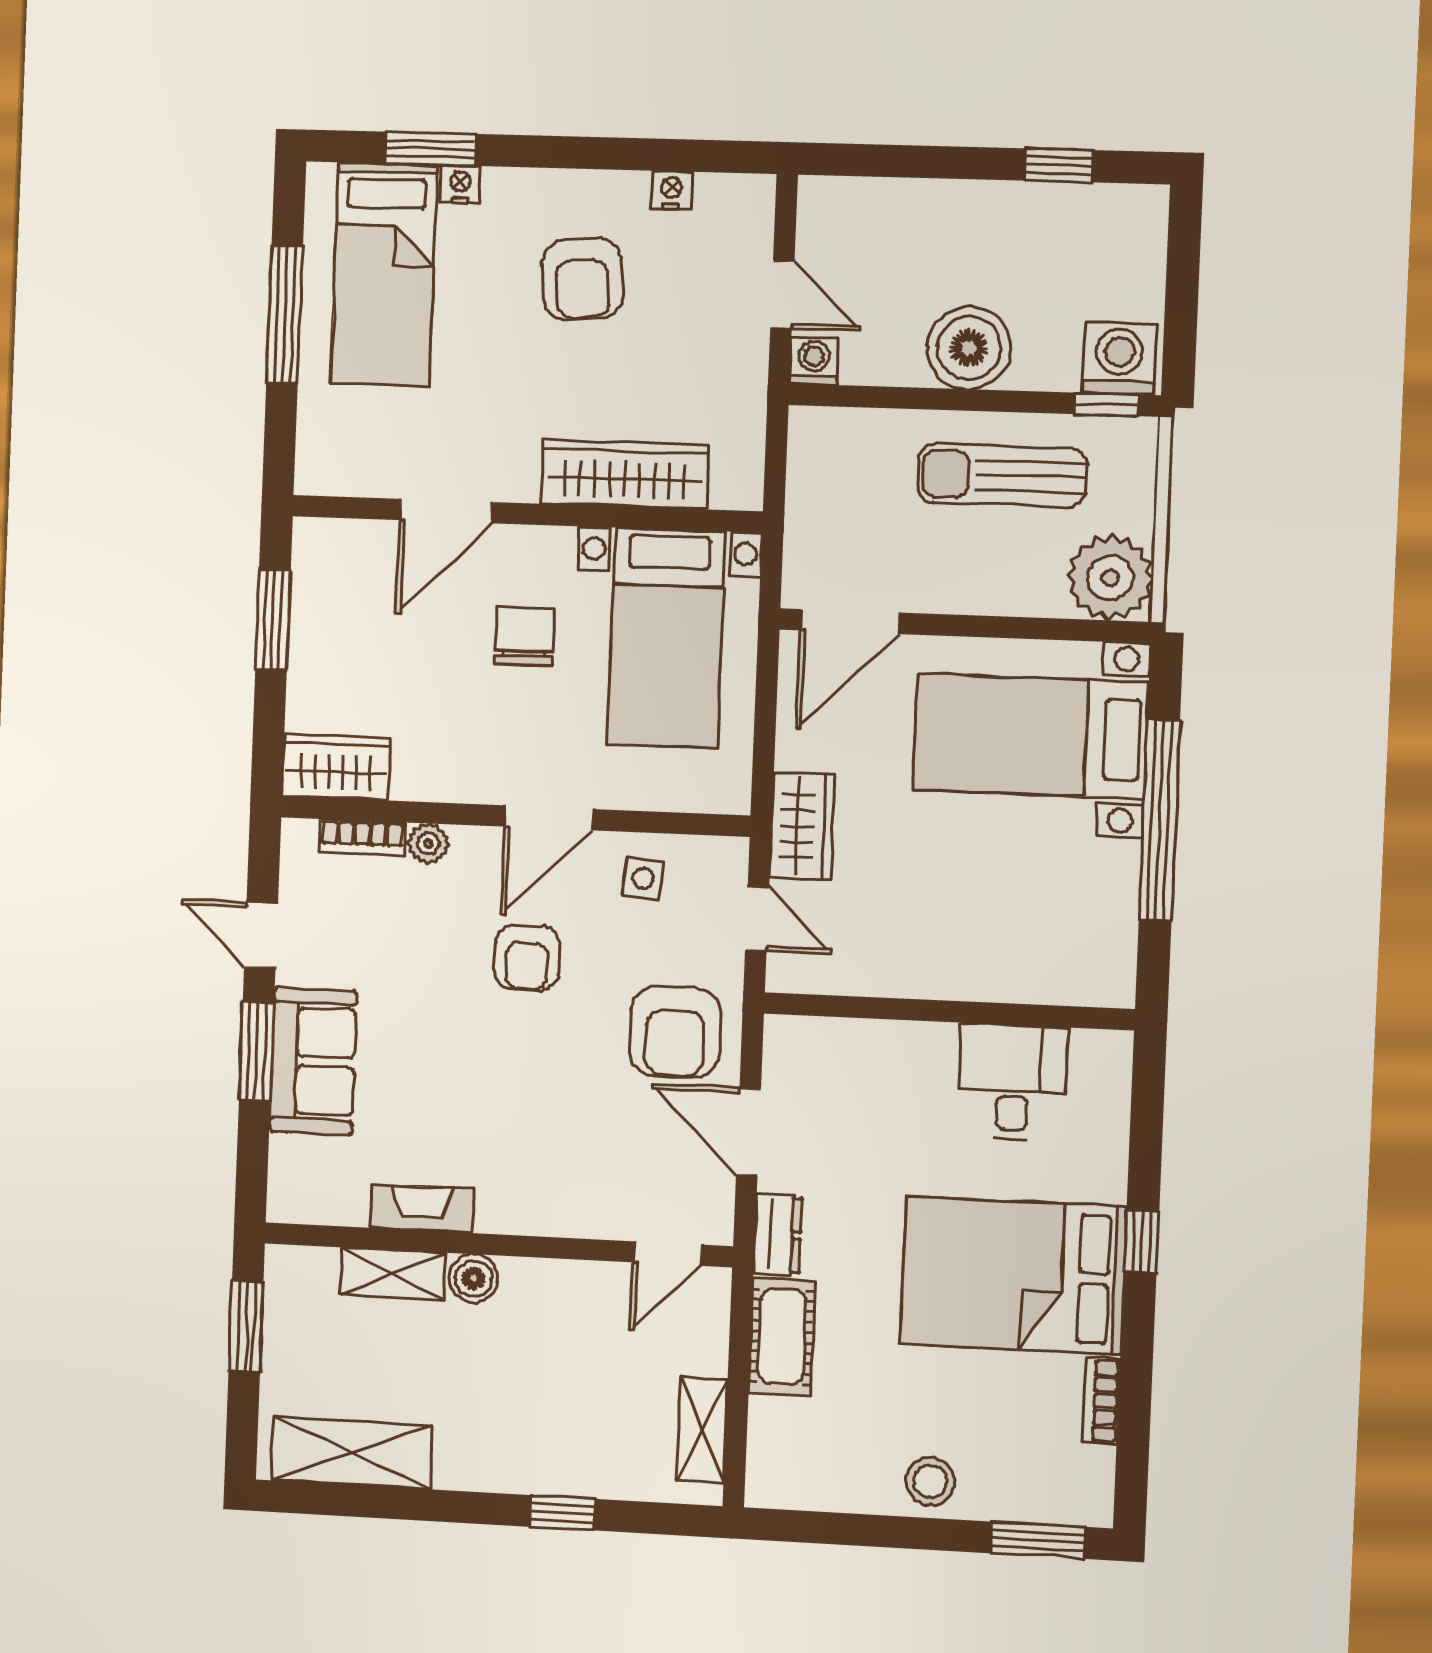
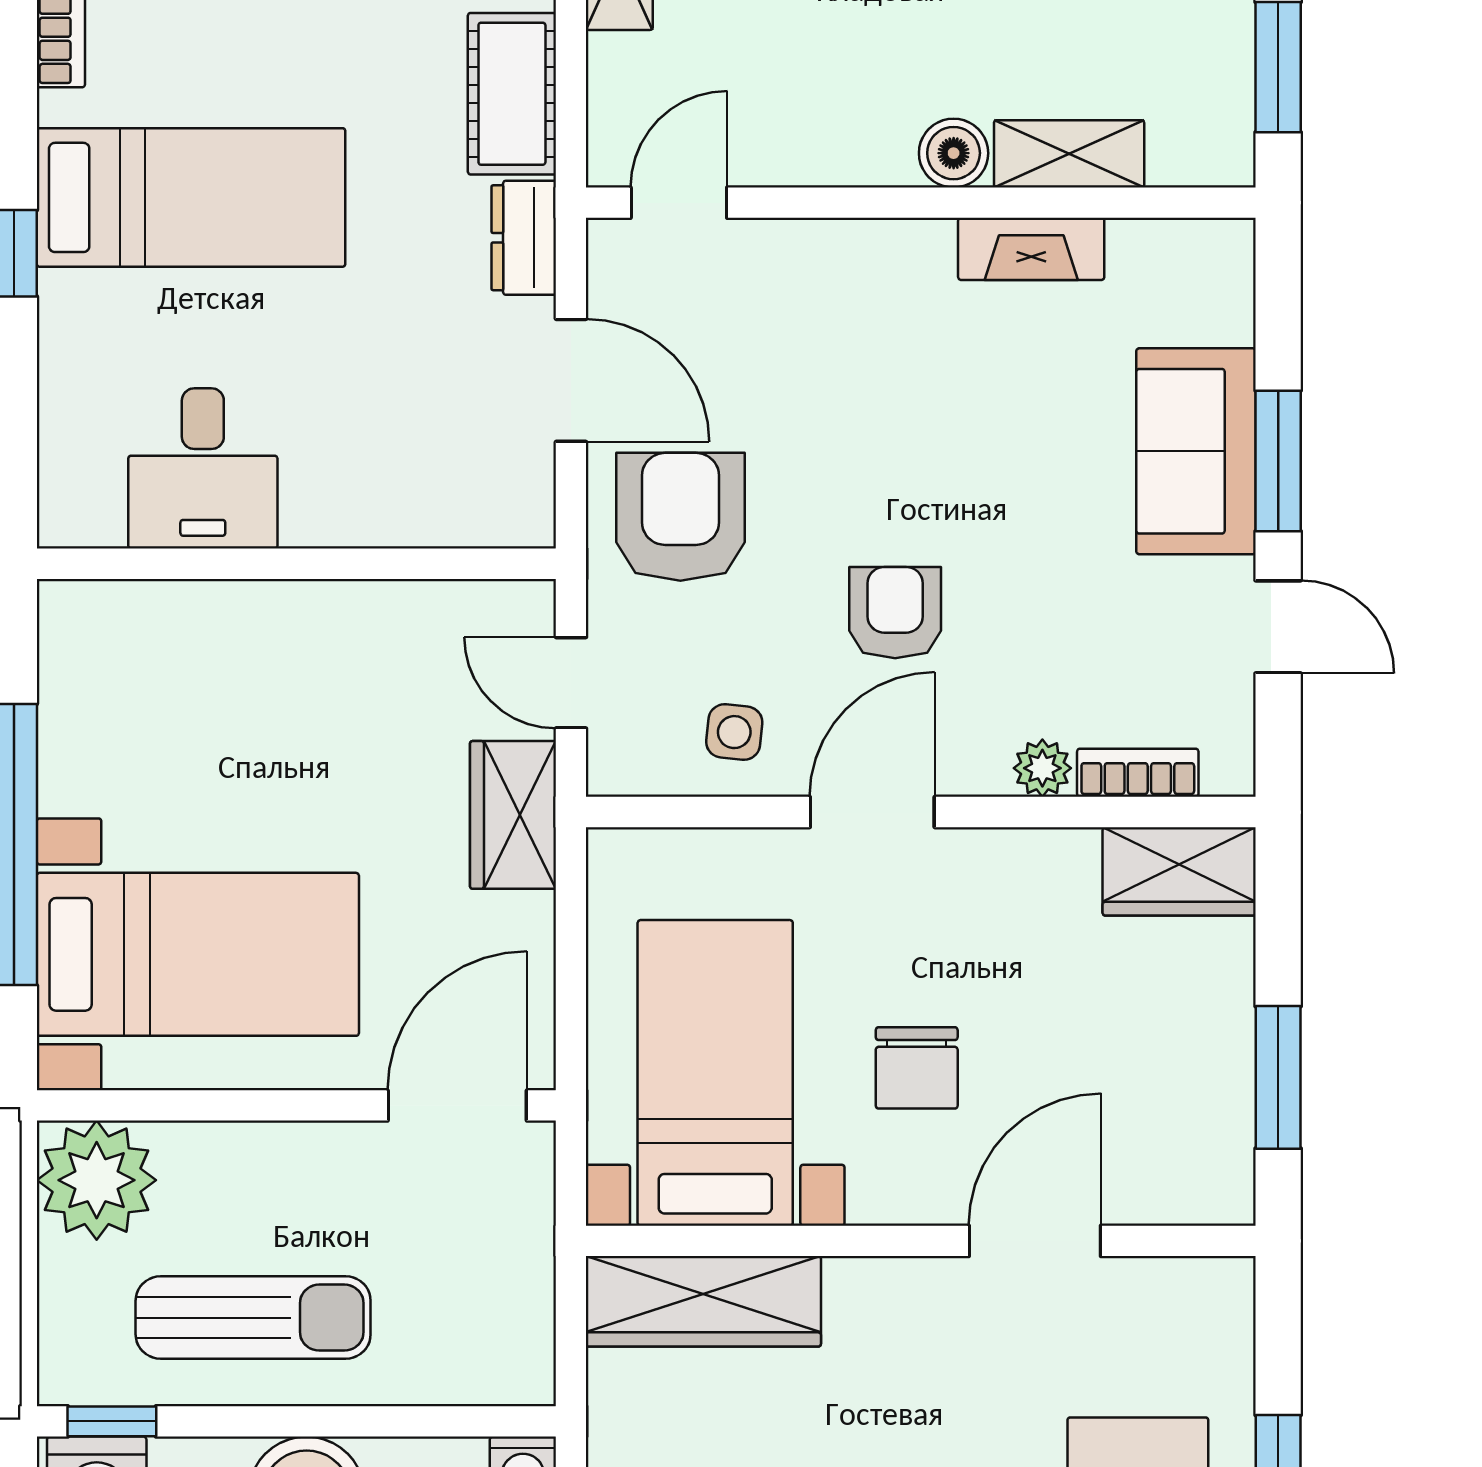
wardrobe: (625, 474) -> (703, 1301), moved
bed: (1013, 1275) -> (191, 197), width x0.67

